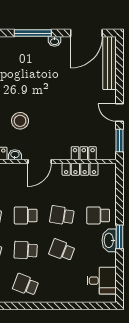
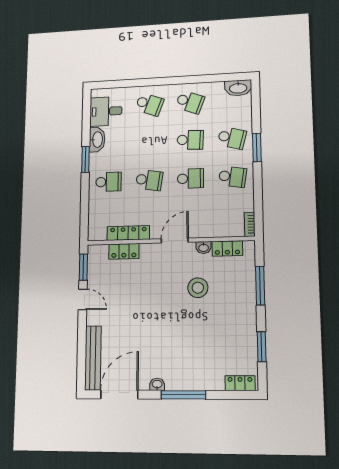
washbasin: (109, 240) -> (97, 140), moved
school desk: (62, 250) -> (149, 104), moved

